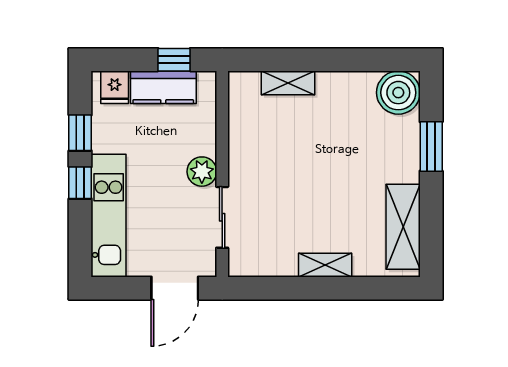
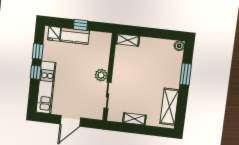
boiler: (398, 93) -> (179, 46), width x0.54, depth x0.54
plant: (202, 172) -> (101, 75), moved
wall: (222, 174) -> (110, 77), moved
sliding door: (222, 217) -> (107, 95), moved

